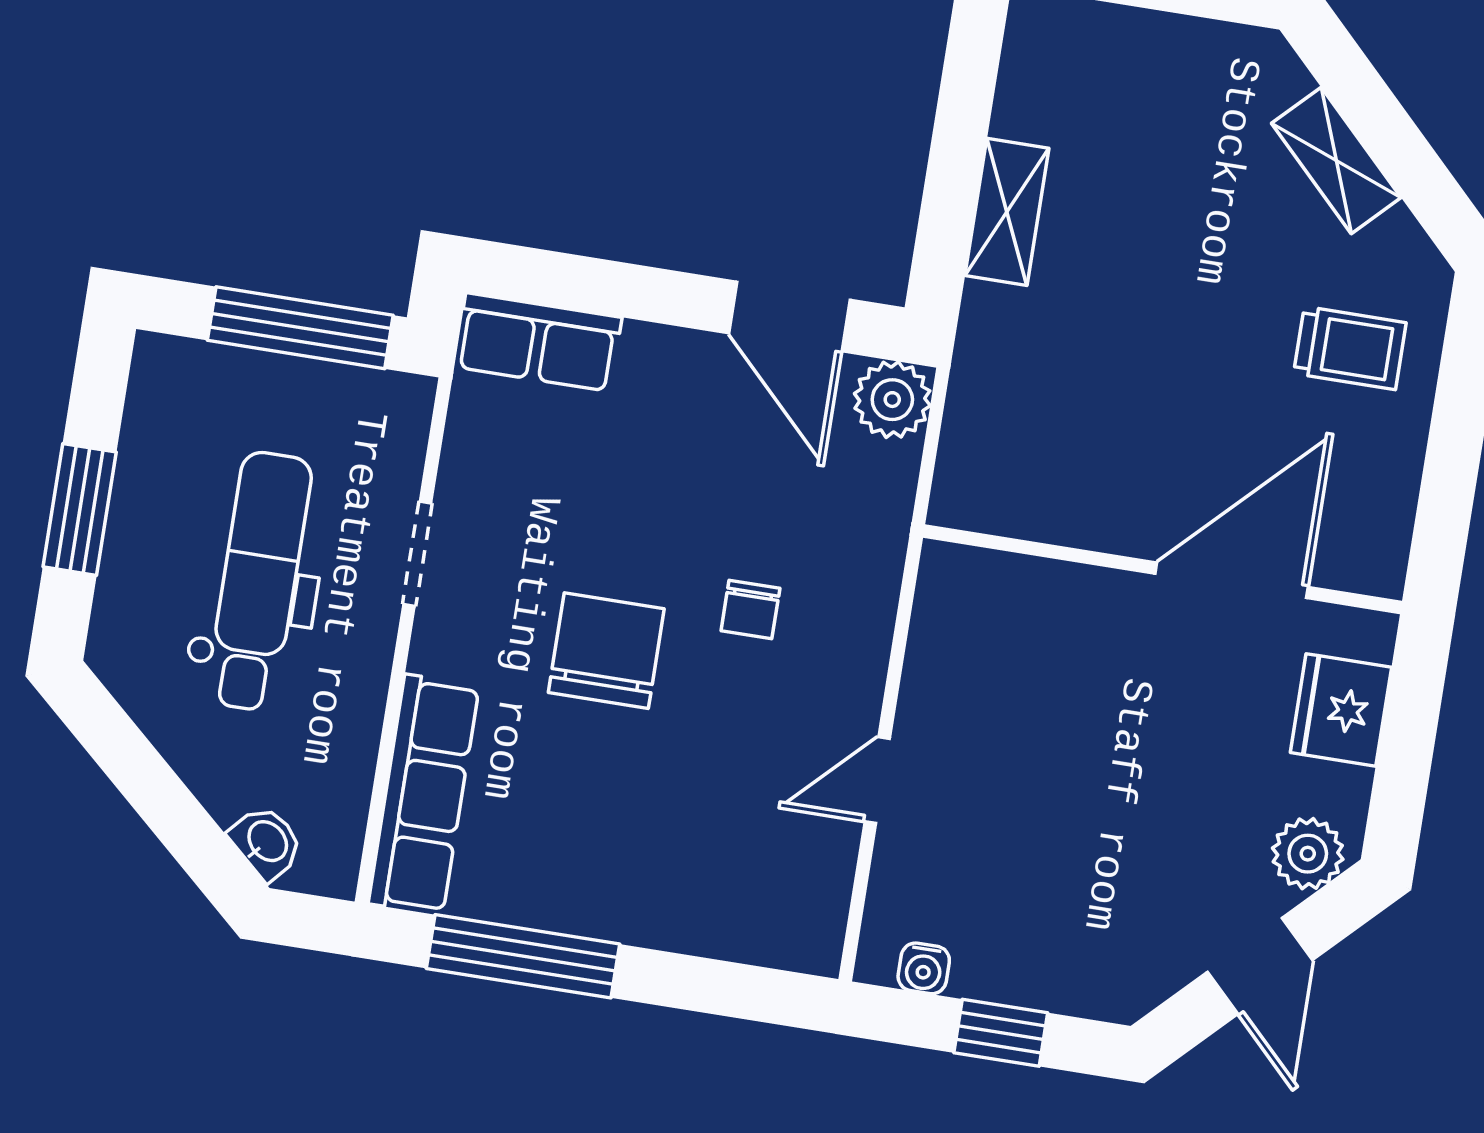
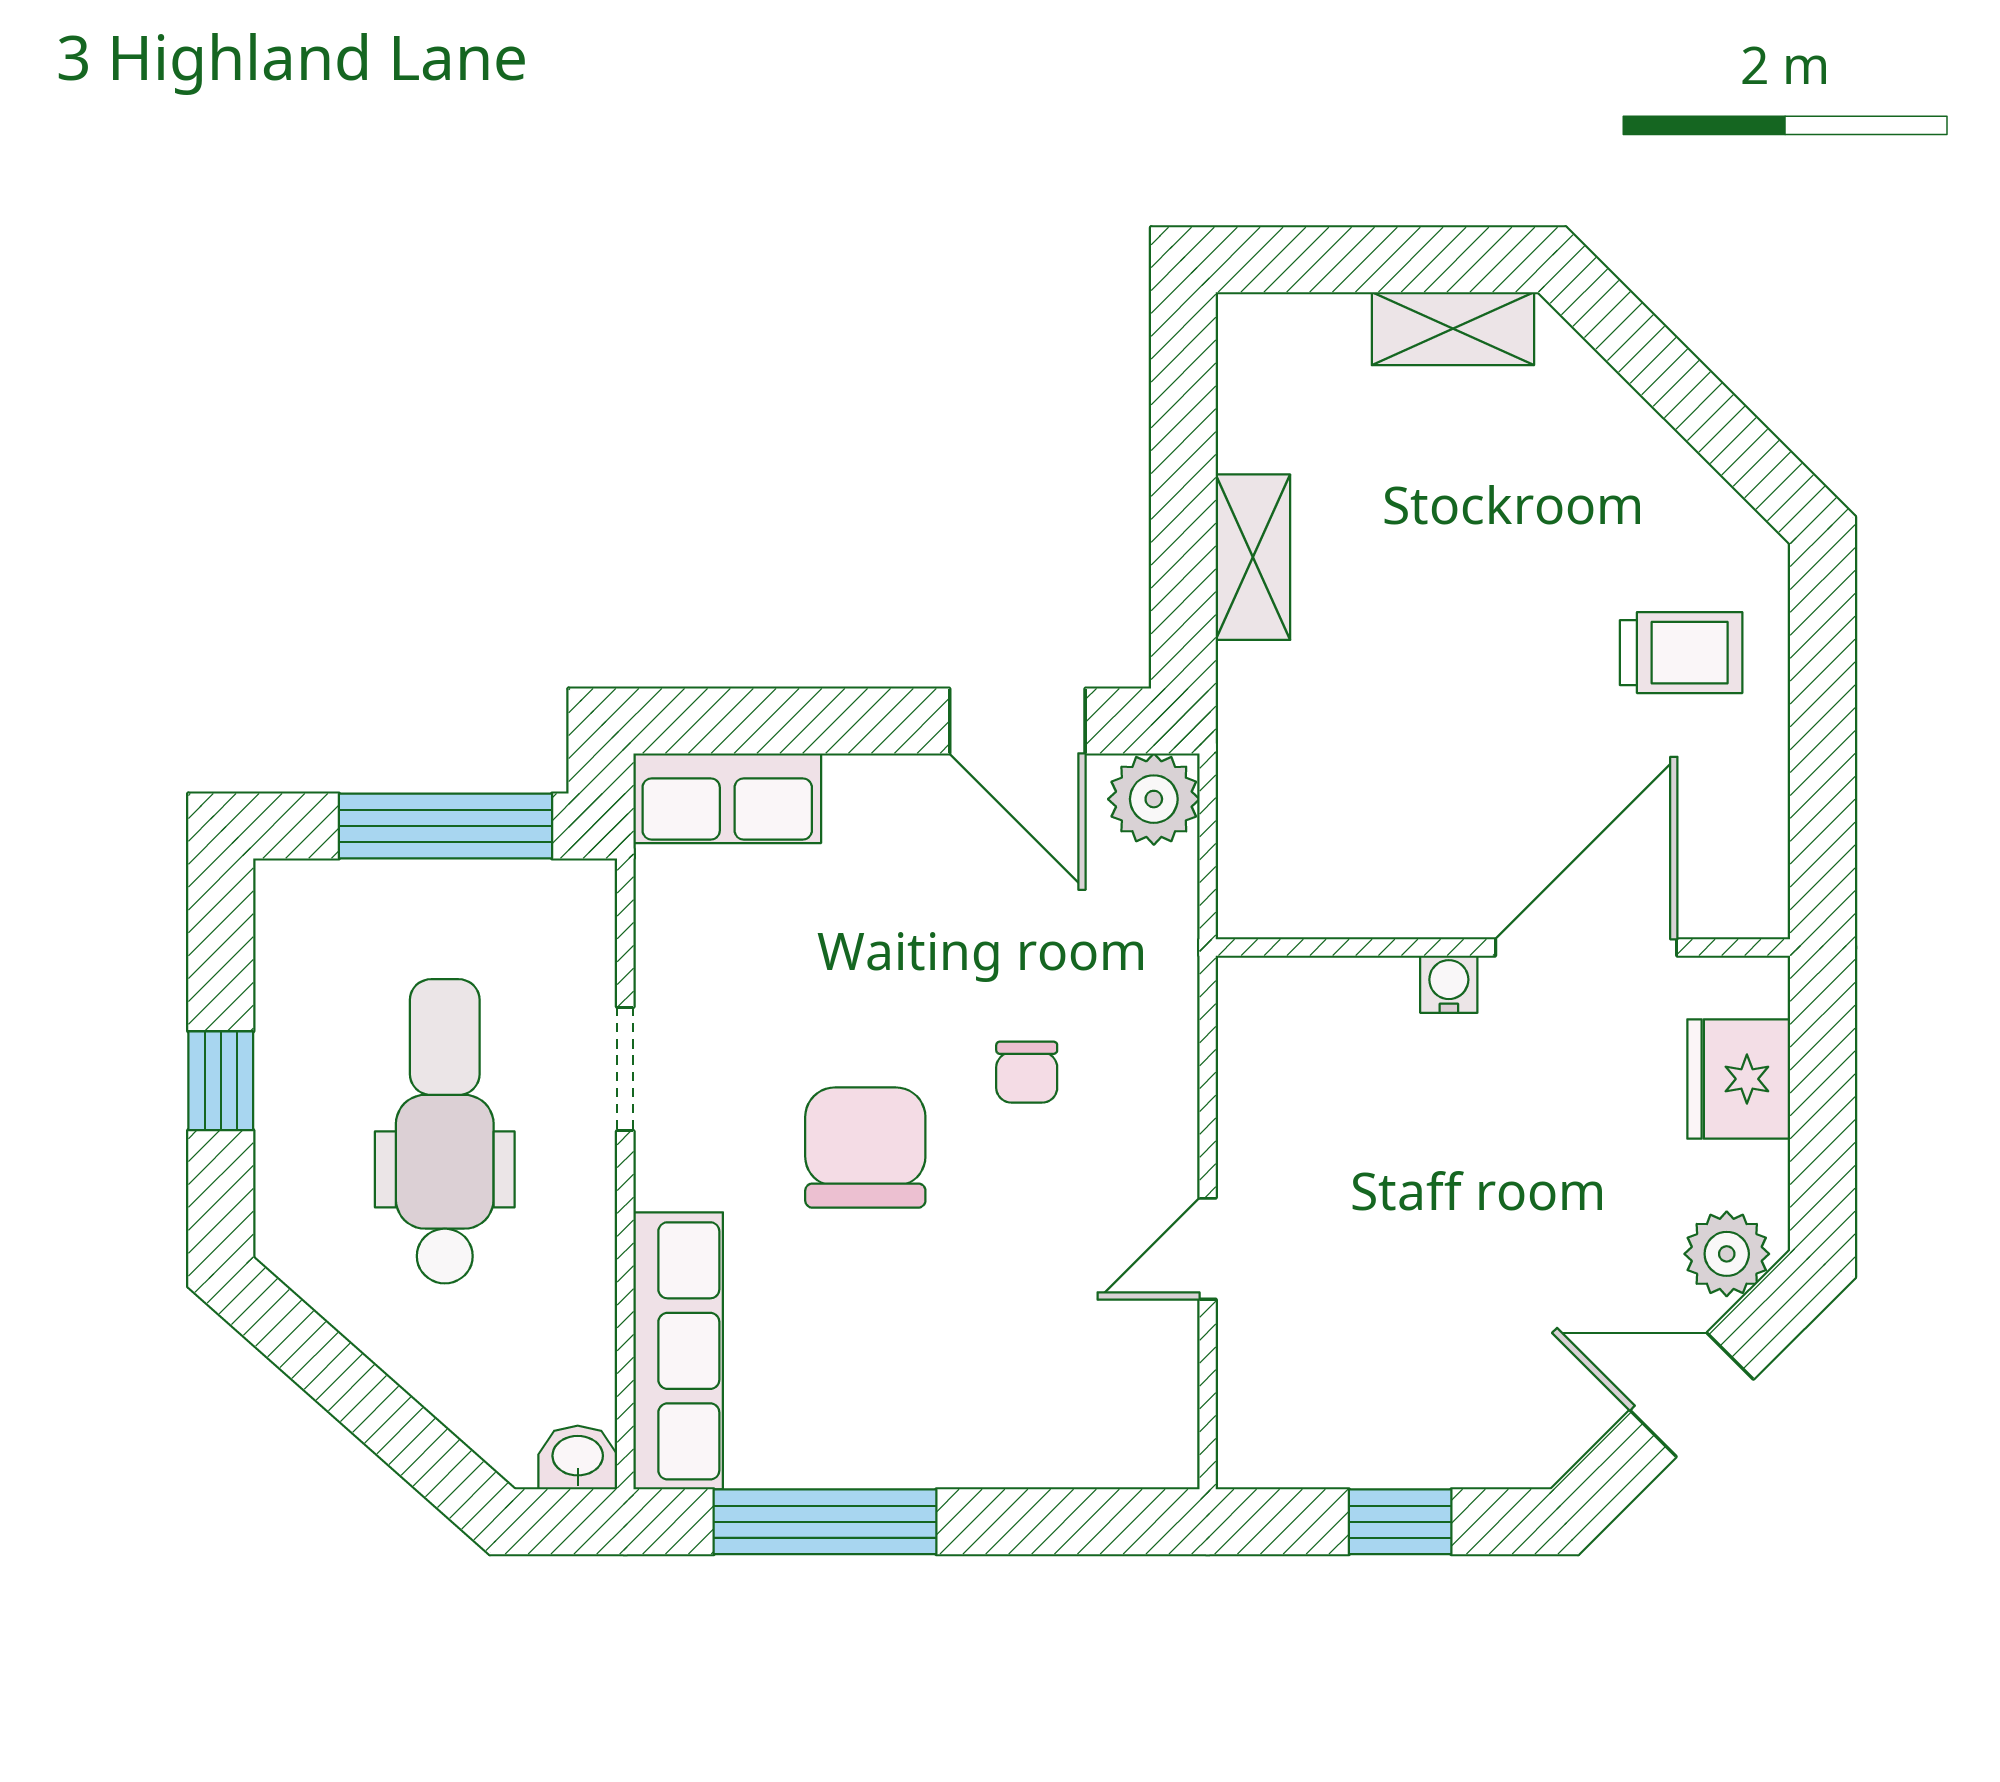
shelving: (1336, 160) -> (1453, 329), moved, turned -45
window: (80, 509) -> (221, 1081), width x0.67
washbasin: (266, 842) -> (578, 1458), moved, turned -42
door: (1260, 966) -> (1692, 1395), swing flipped
water cooler: (924, 968) -> (1449, 984), moved, turned 180

